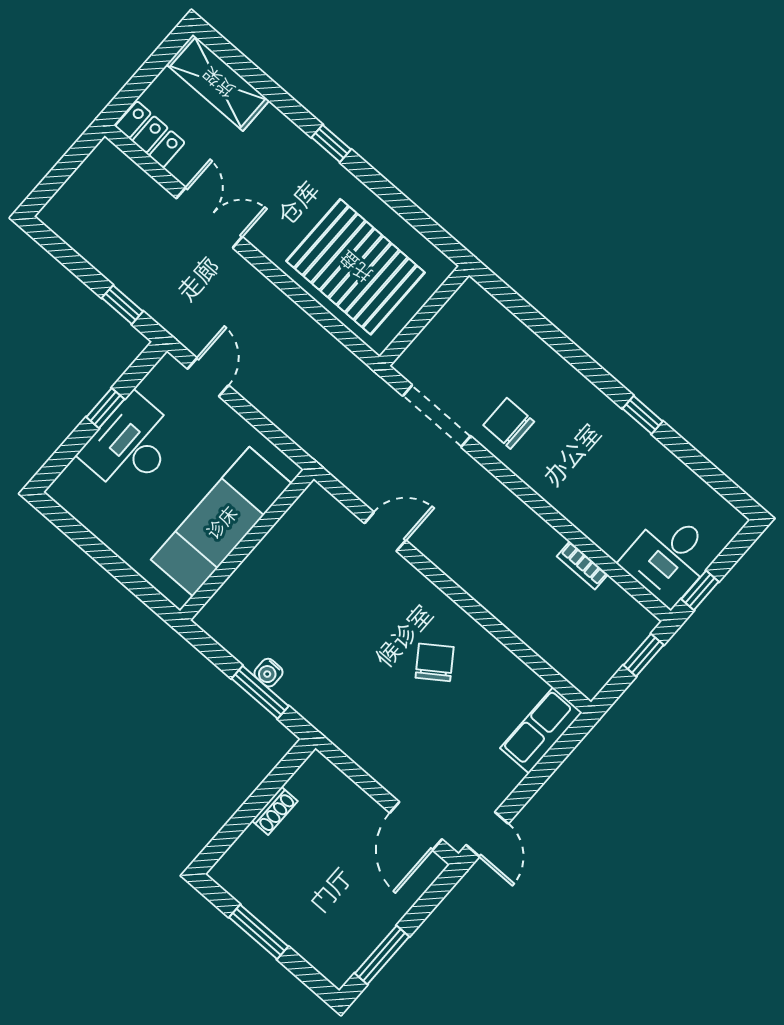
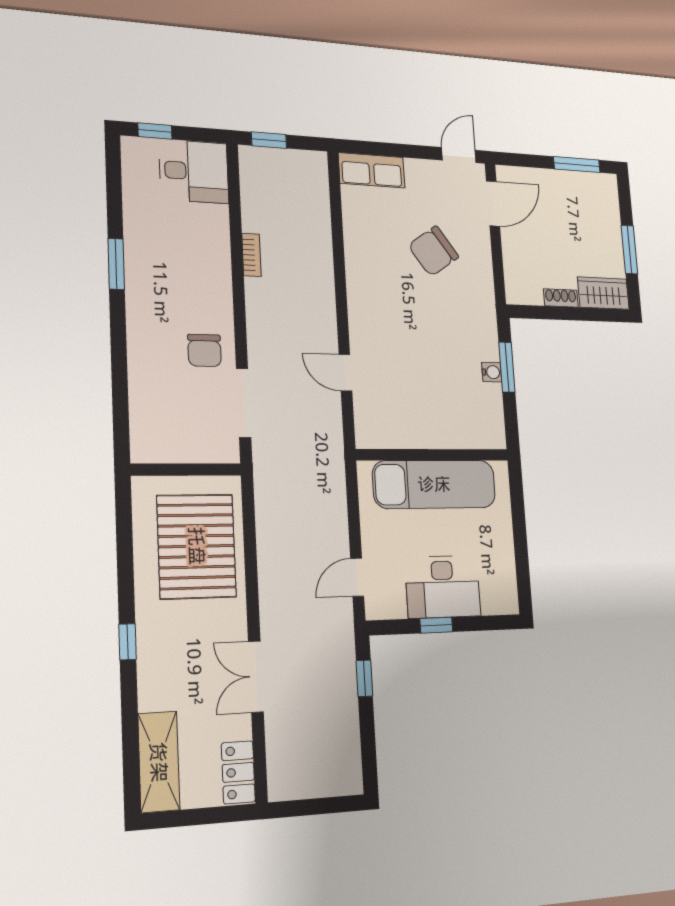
window: (643, 415) -> (116, 264), width x1.50
bookcase: (582, 565) -> (251, 255), moved
window: (700, 590) -> (155, 131), moved
chair: (435, 662) -> (433, 251), moved, width x1.37, depth x1.37
wardrobe: (242, 861) -> (603, 293), added

